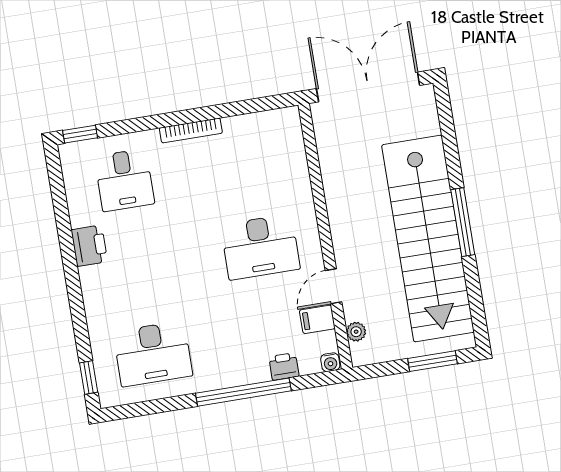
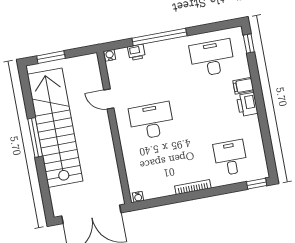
water cooler: (286, 115) -> (138, 197), added
printer: (89, 246) -> (247, 104), moved
door: (334, 286) -> (109, 99), swing flipped
filing cabinet: (317, 319) -> (243, 86), moved, turned 180
plant: (356, 332) -> (95, 73), removed

